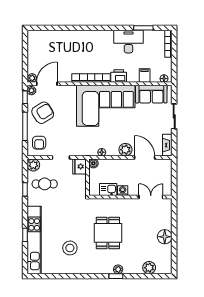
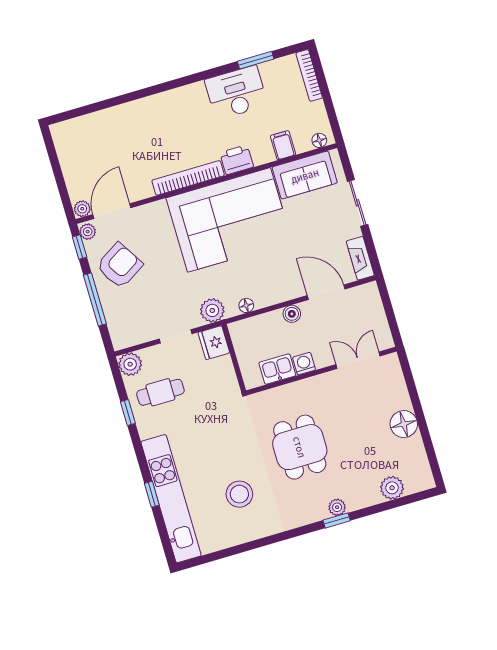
armchair: (39, 143) -> (129, 321), removed
plant: (125, 150) -> (212, 310), moved
boiler: (93, 163) -> (292, 314), moved

